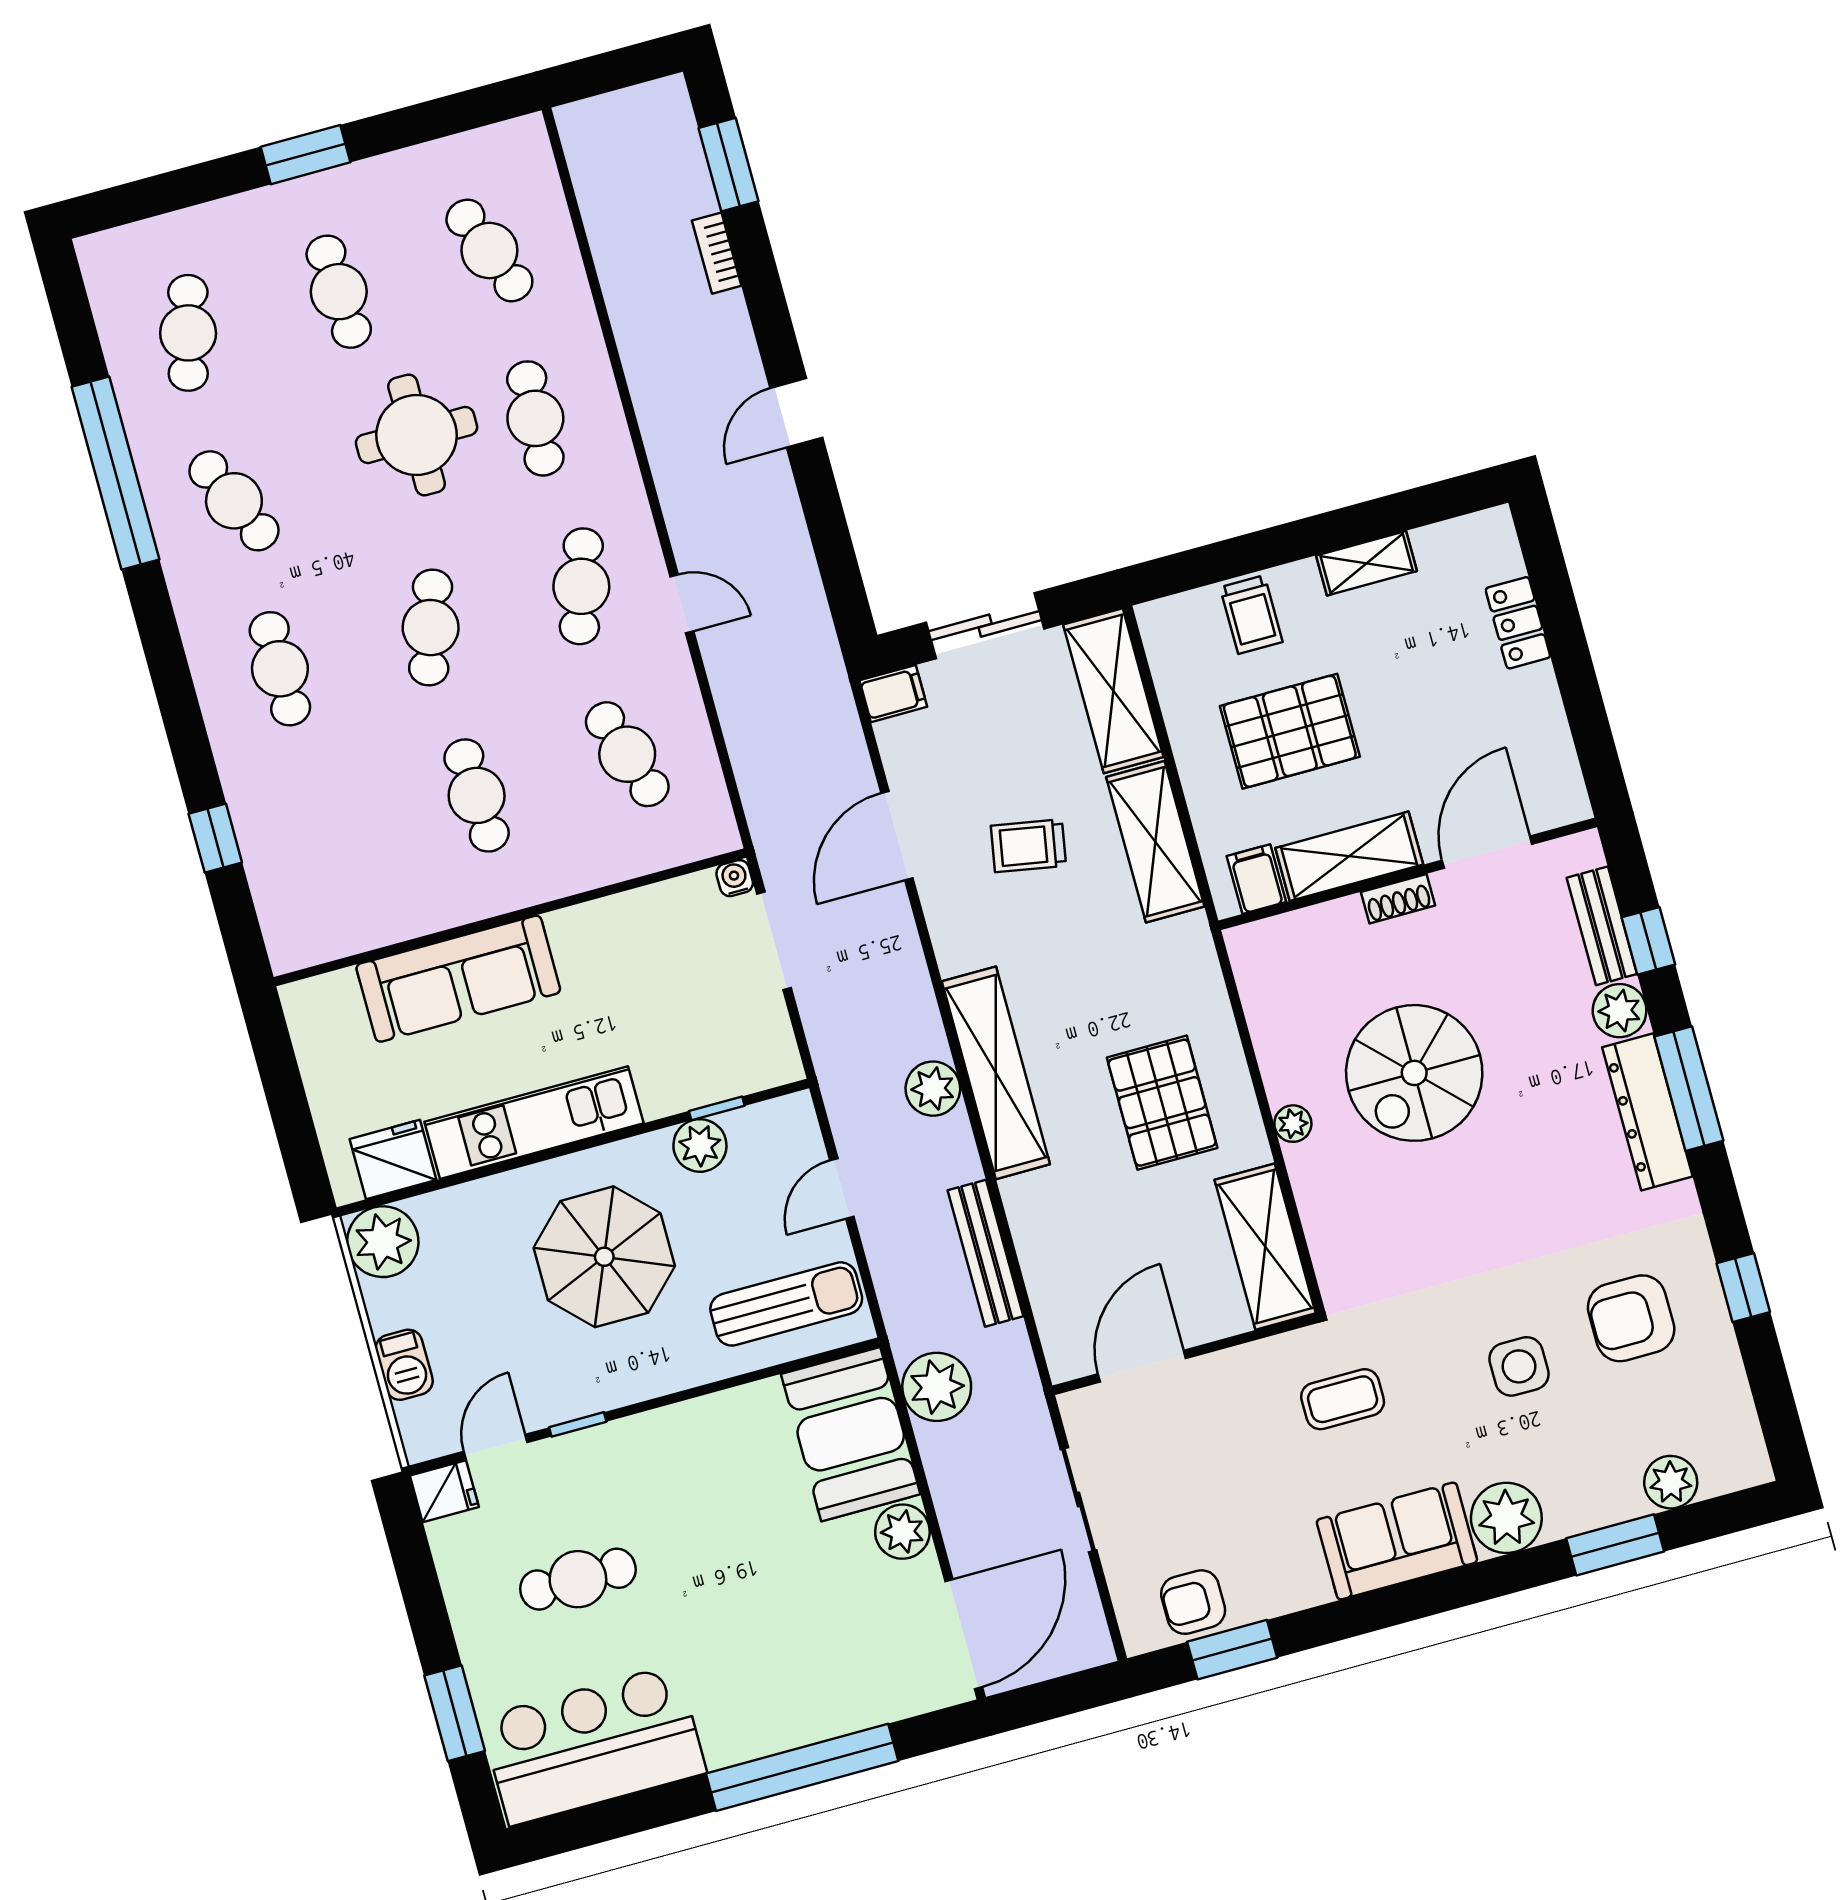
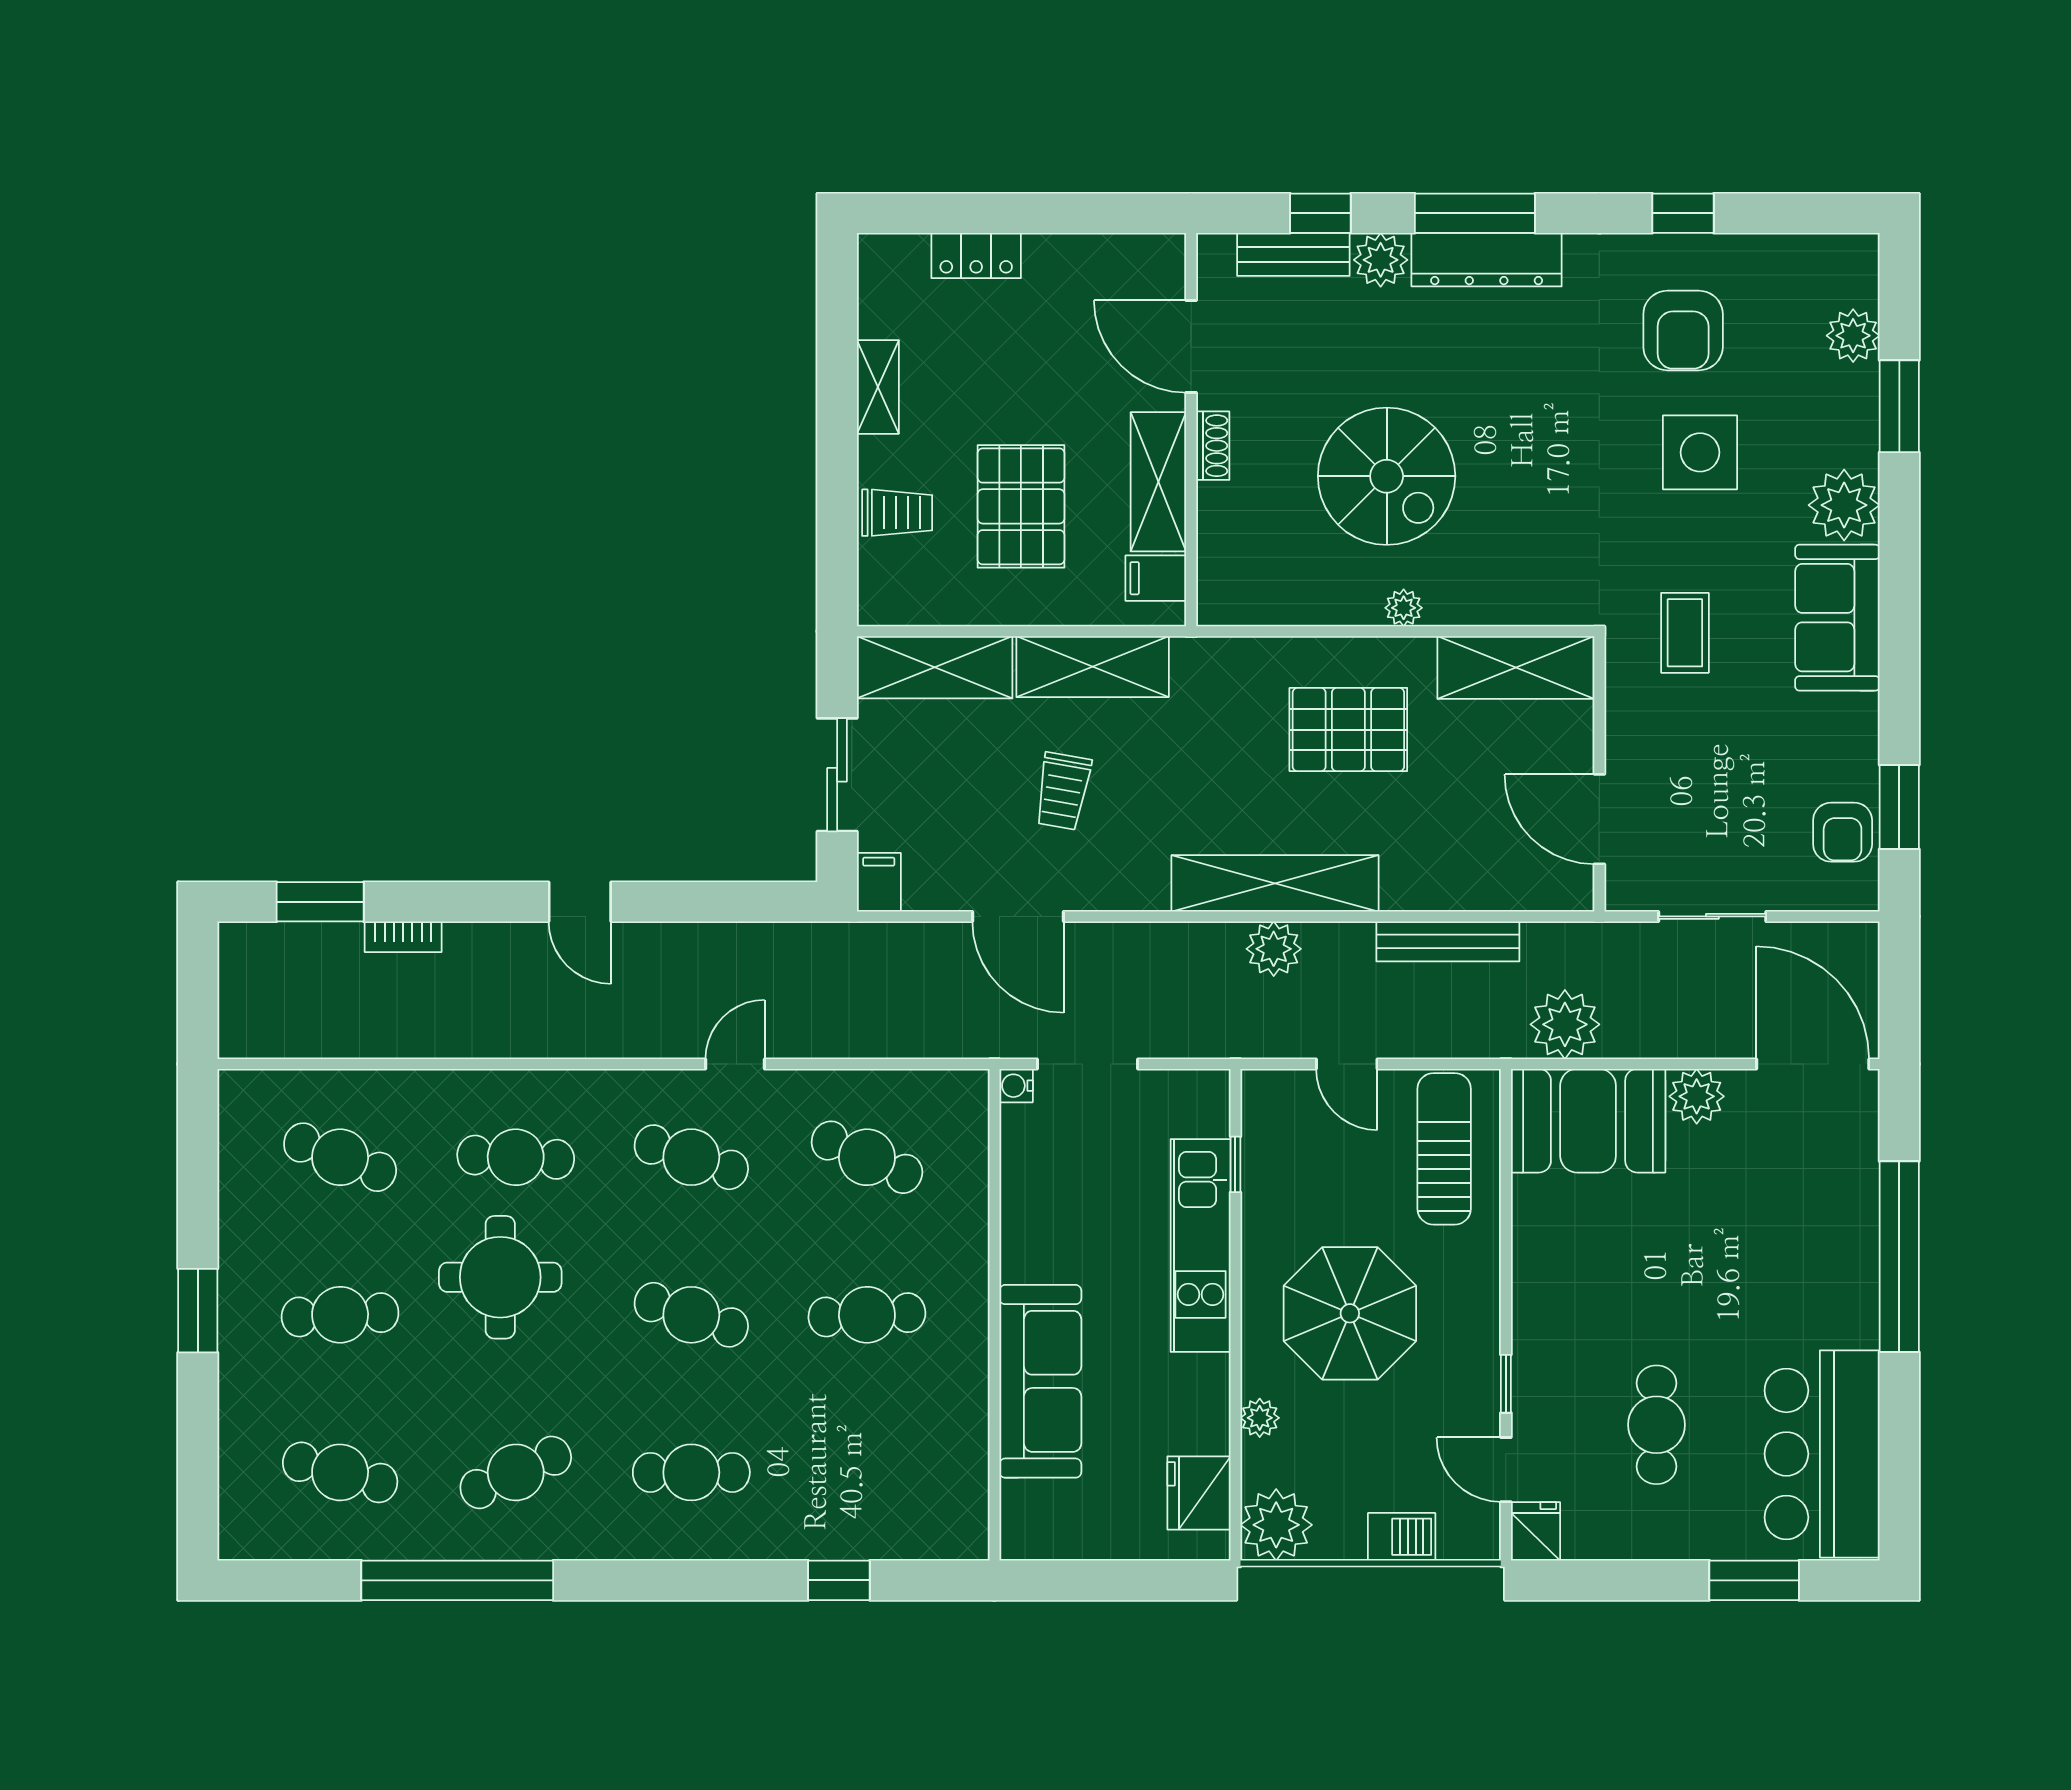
cafe table: (489, 250) -> (340, 1157), turned 42
cafe table: (627, 754) -> (867, 1157), turned 42
kitchen unit: (534, 1123) -> (1201, 1245), moved
plant: (700, 1145) -> (1260, 1418), moved, width x0.73, depth x0.73
side table: (1519, 1366) -> (1700, 452), width x1.37, depth x1.37

